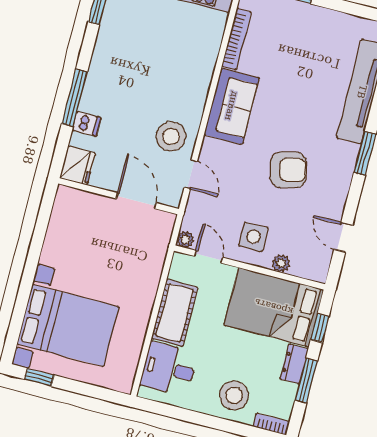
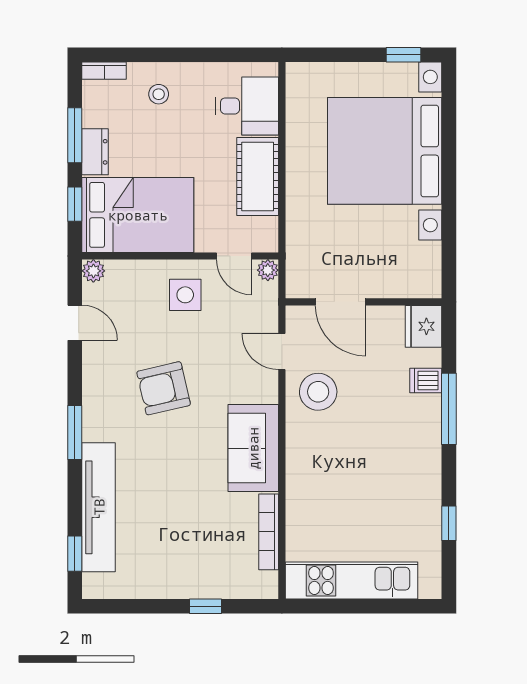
plant: (281, 263) -> (93, 271), moved
bed with nightstands: (68, 325) -> (385, 151), width x1.36
stool: (234, 395) -> (159, 94), width x0.53, depth x0.53

